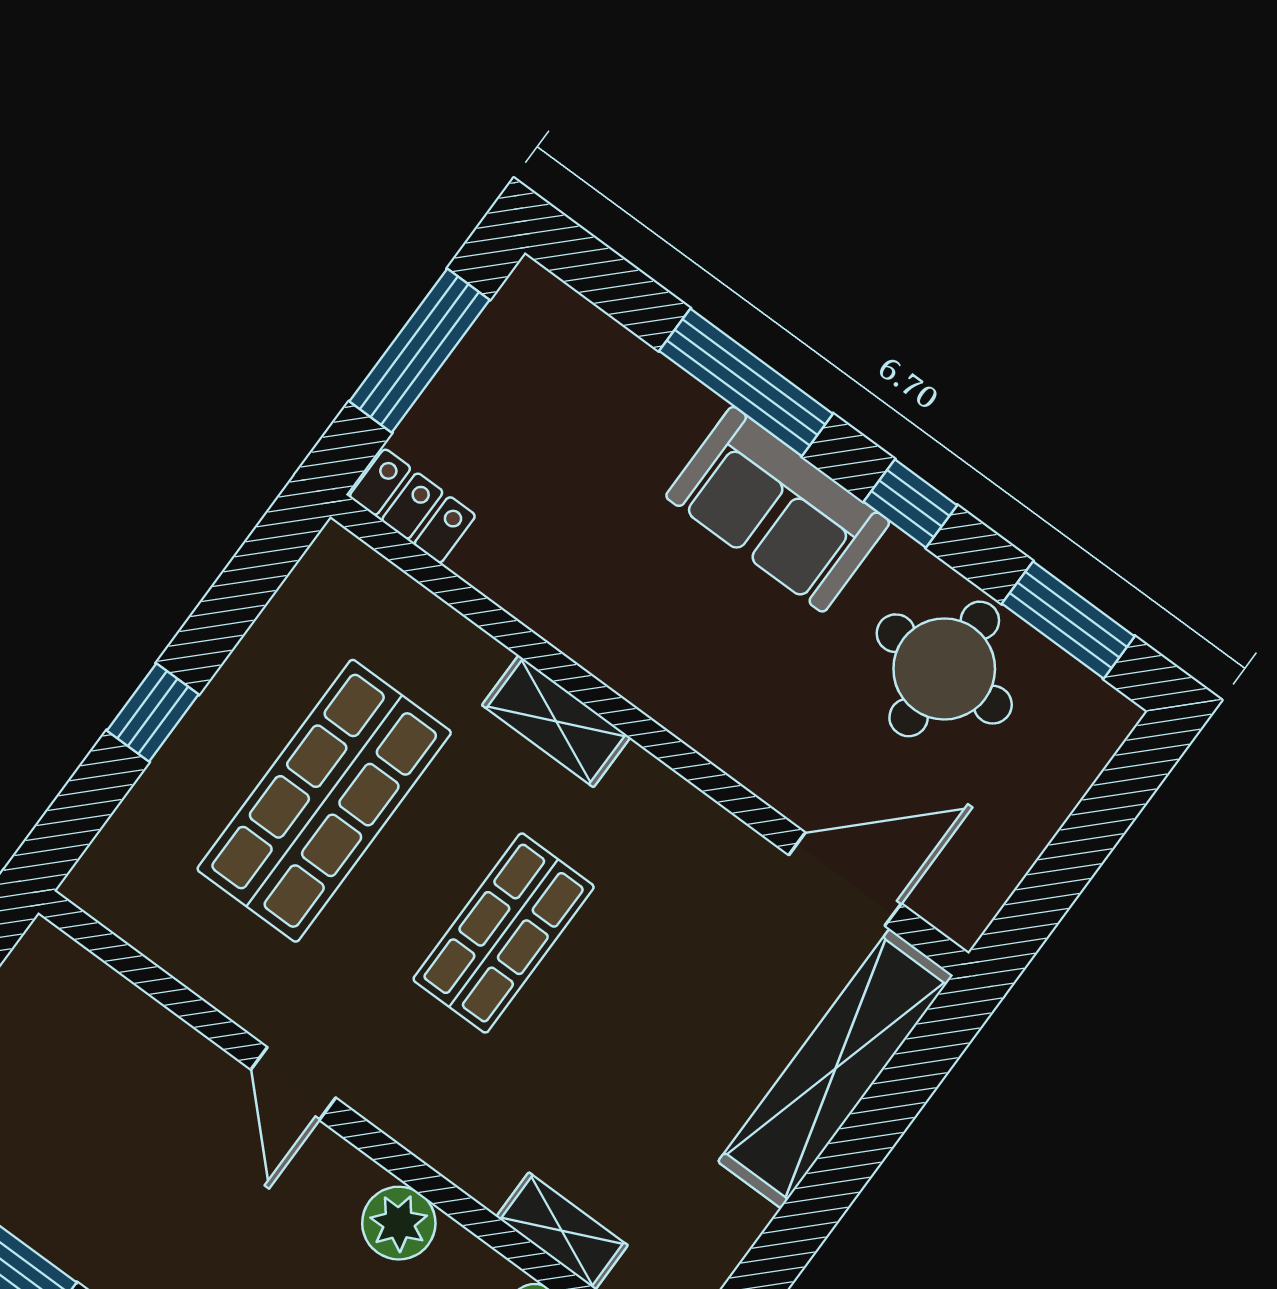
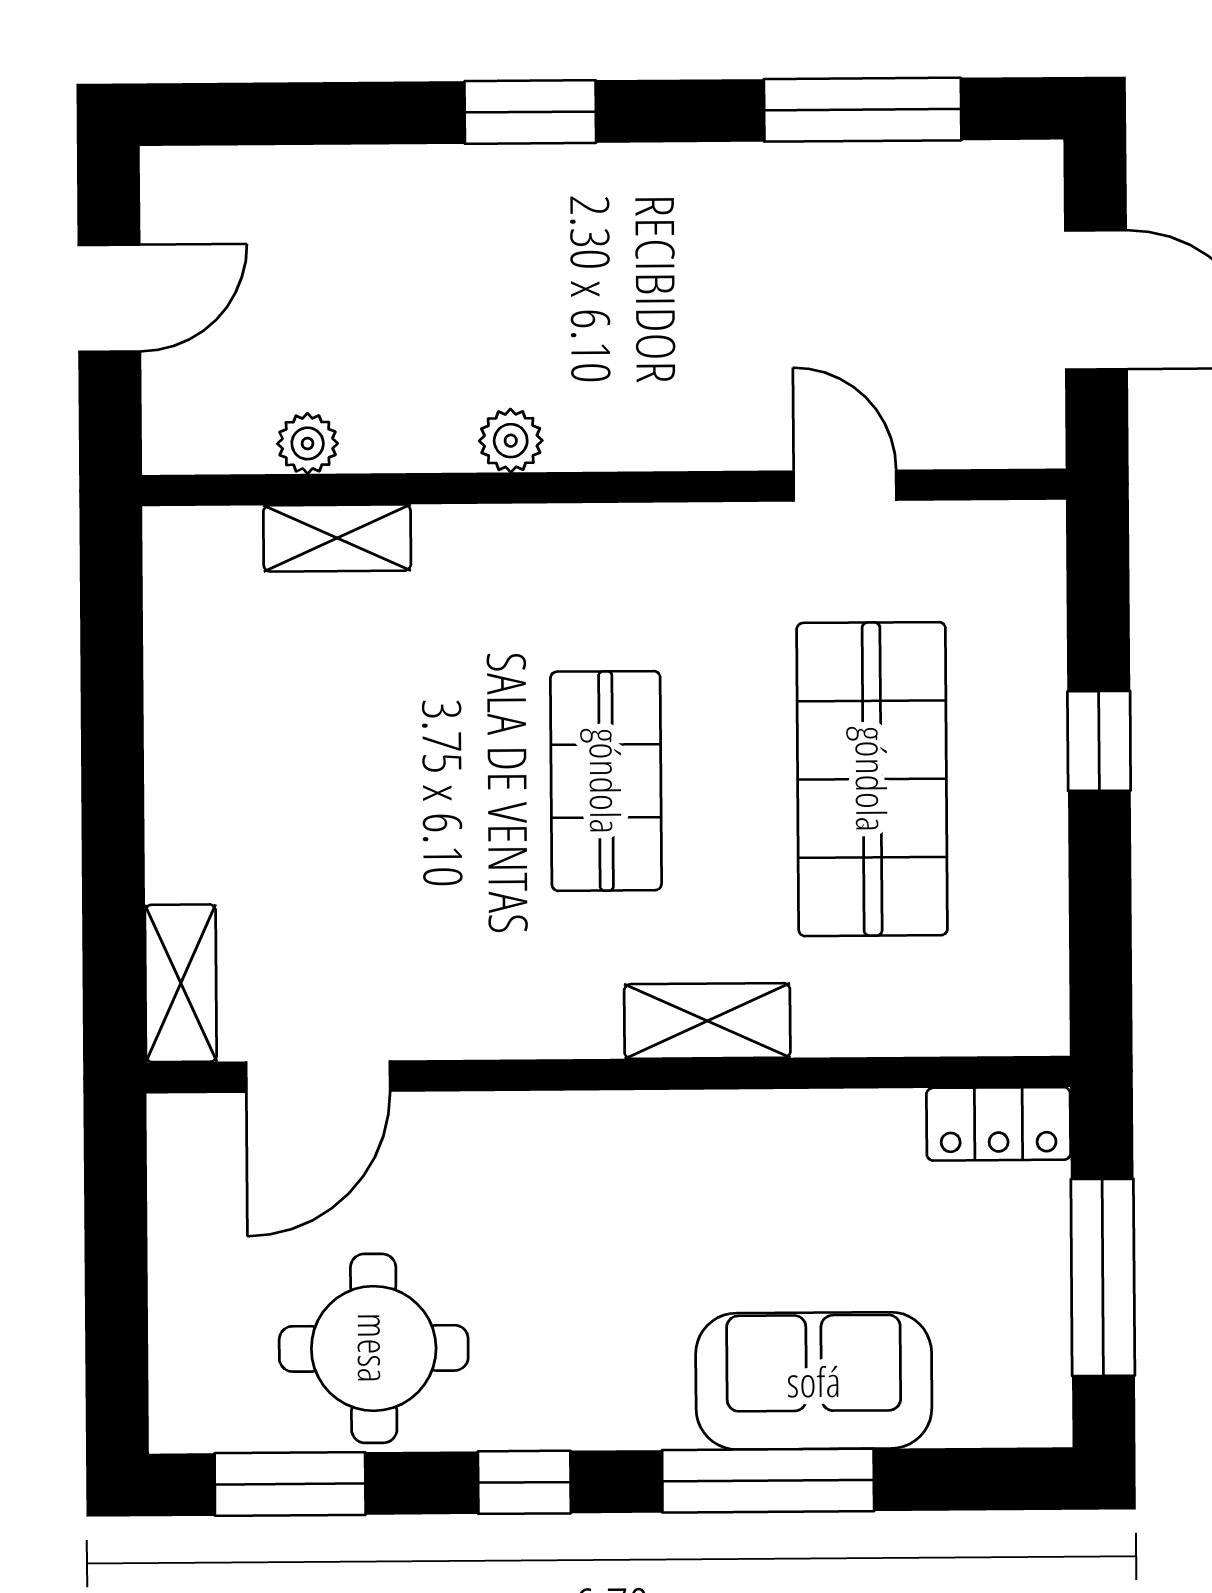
sofa: (778, 509) -> (814, 1381), moved
shelving: (835, 1068) -> (181, 983), width x0.45, depth x0.75
door: (293, 1084) -> (845, 486), moved
plant: (399, 1223) -> (511, 441), width x0.73, depth x0.73

